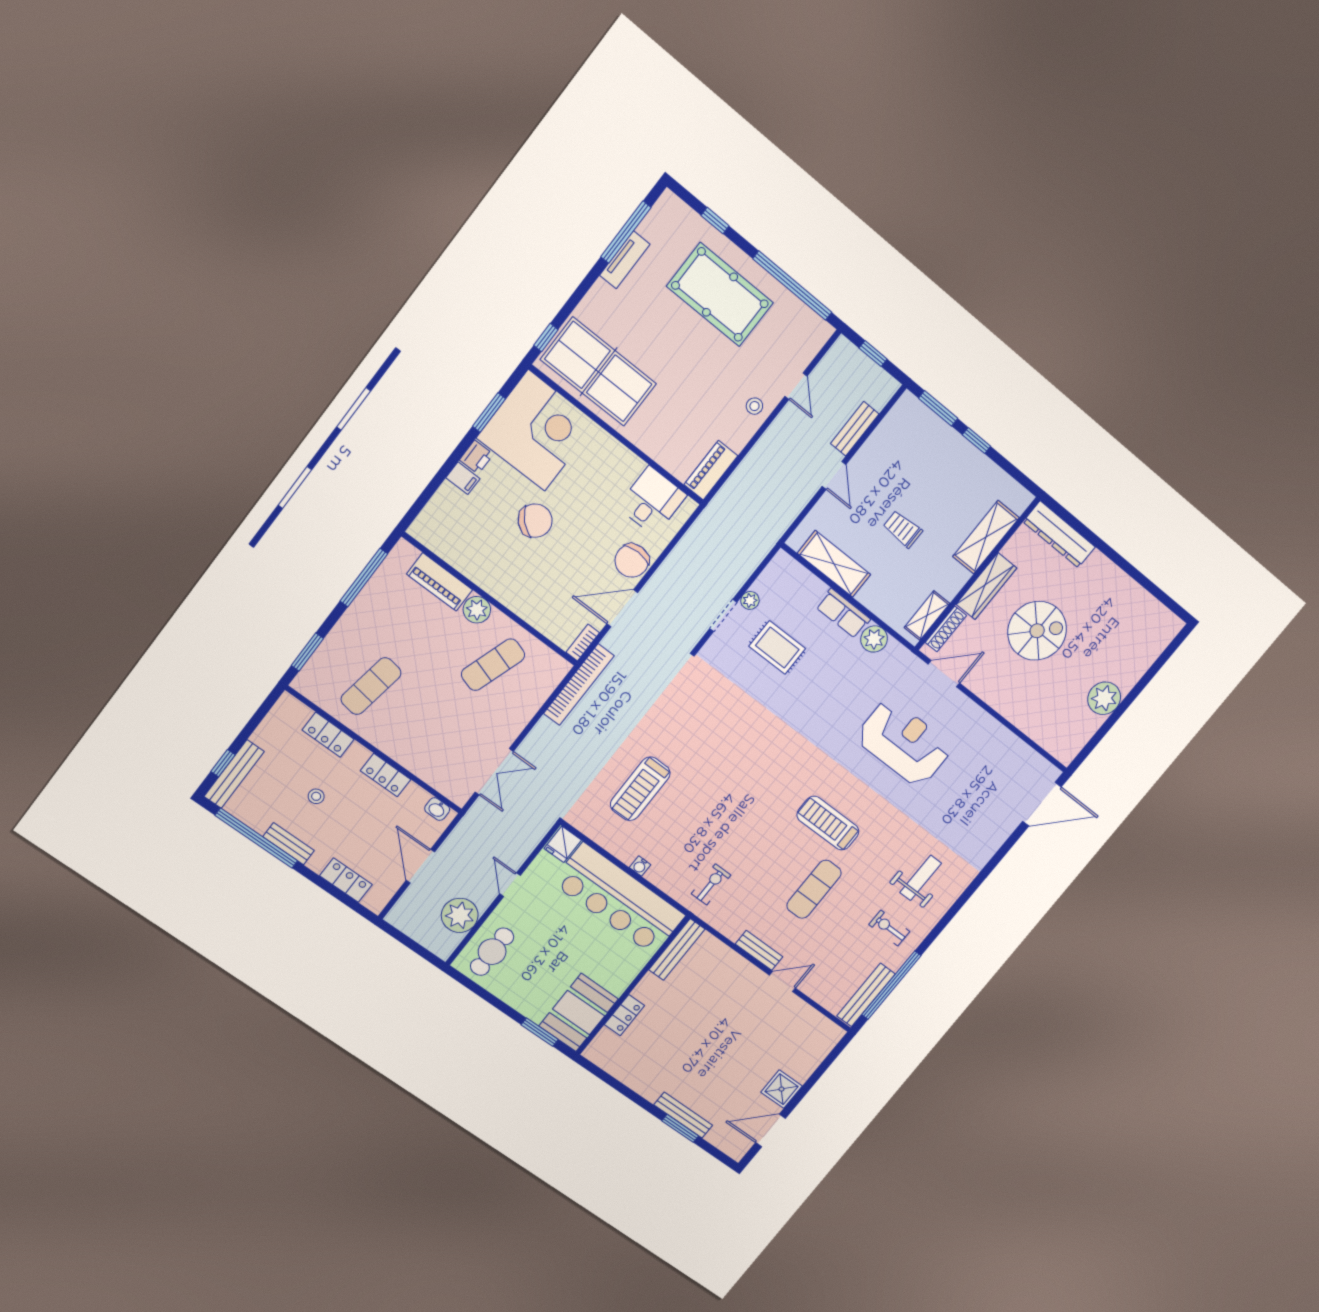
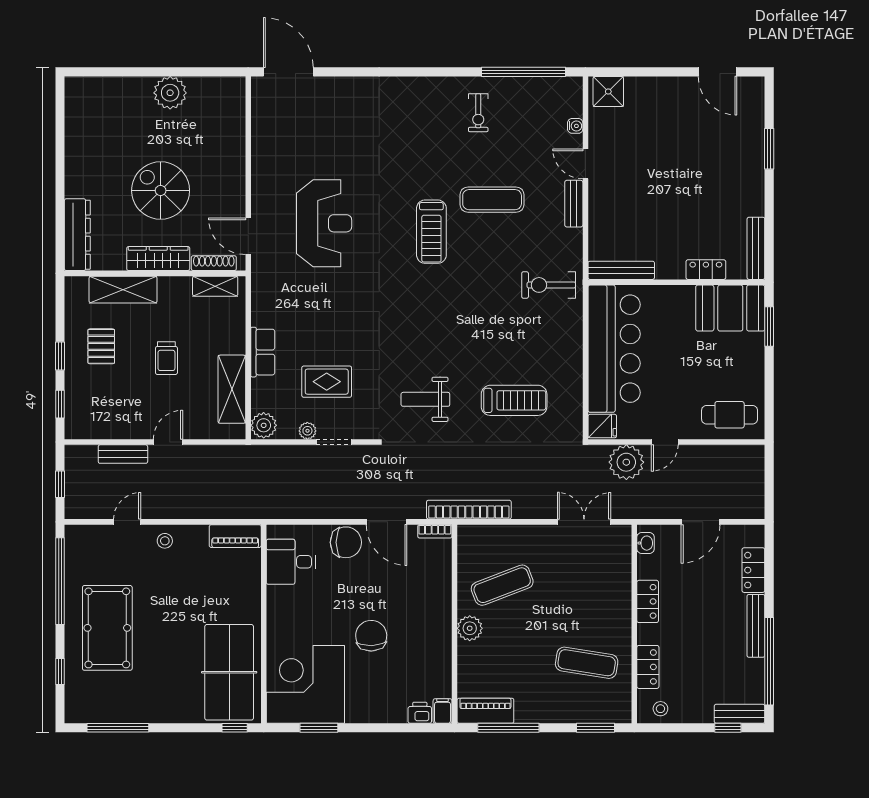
tv unit: (625, 260) -> (137, 714), removed
window: (938, 408) -> (60, 404), width x0.67
printer: (476, 457) -> (420, 713), moved
filing cabinet: (463, 478) -> (443, 711), moved
pallet: (956, 482) -> (101, 346), added
chair: (535, 521) -> (371, 636), turned 44
piano: (440, 582) -> (485, 711), moved, turned -90
plant: (874, 639) -> (264, 425), moved
rug: (777, 647) -> (327, 382), turned 90
exercise mat: (493, 665) -> (502, 585), turned -39
reception desk: (904, 743) -> (324, 223), turned 180
bench: (234, 774) -> (740, 714), width x0.73
stool: (316, 796) -> (660, 709), moved
bench: (289, 844) -> (756, 626), width x1.36
water cooler: (640, 866) -> (575, 126), moved
weight bench: (921, 878) -> (425, 399), moved
exercise bike: (711, 884) -> (549, 285), width x1.38, depth x1.39
plant: (460, 915) -> (626, 462), moved
bench: (866, 995) -> (547, 86), removed
shower: (781, 1089) -> (608, 92), moved
bench: (683, 1115) -> (756, 248), moved

